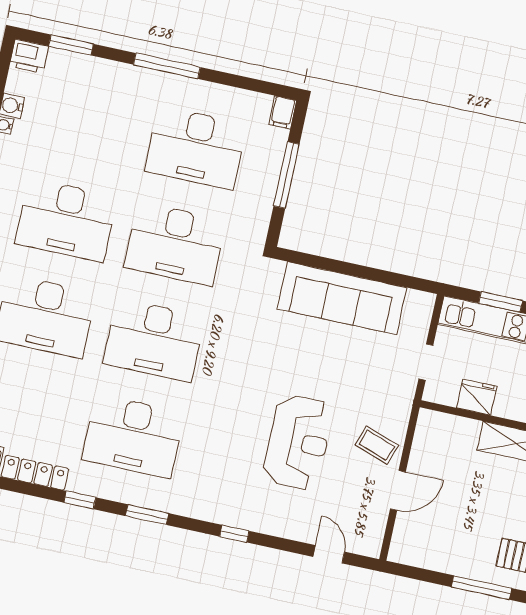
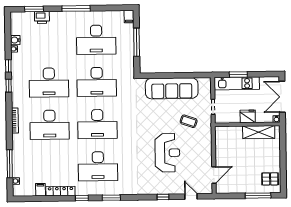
printer: (29, 56) -> (42, 17), moved
fridge: (477, 397) -> (248, 116), moved
coffee table: (377, 445) -> (189, 121), moved
door: (398, 490) -> (214, 175), moved
window: (234, 534) -> (163, 197), moved

